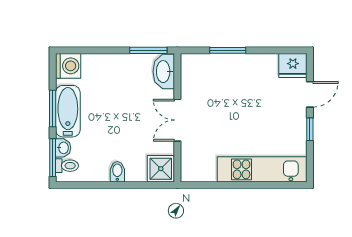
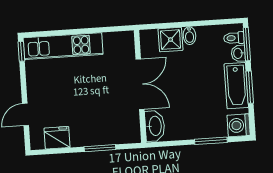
window: (148, 50) -> (211, 141), moved
fridge: (293, 65) -> (57, 138), moved
double door: (177, 120) -> (140, 84), width x1.37
window: (310, 129) -> (21, 51), moved
shower: (161, 169) -> (170, 40), moved

